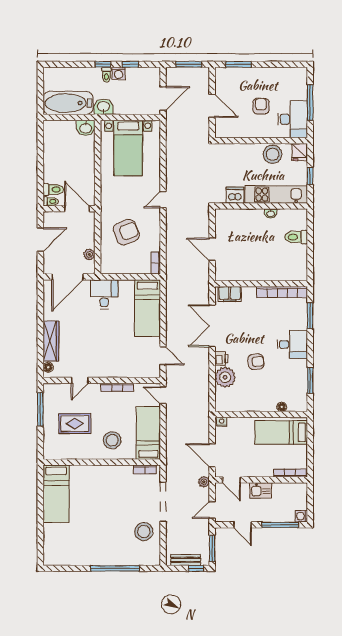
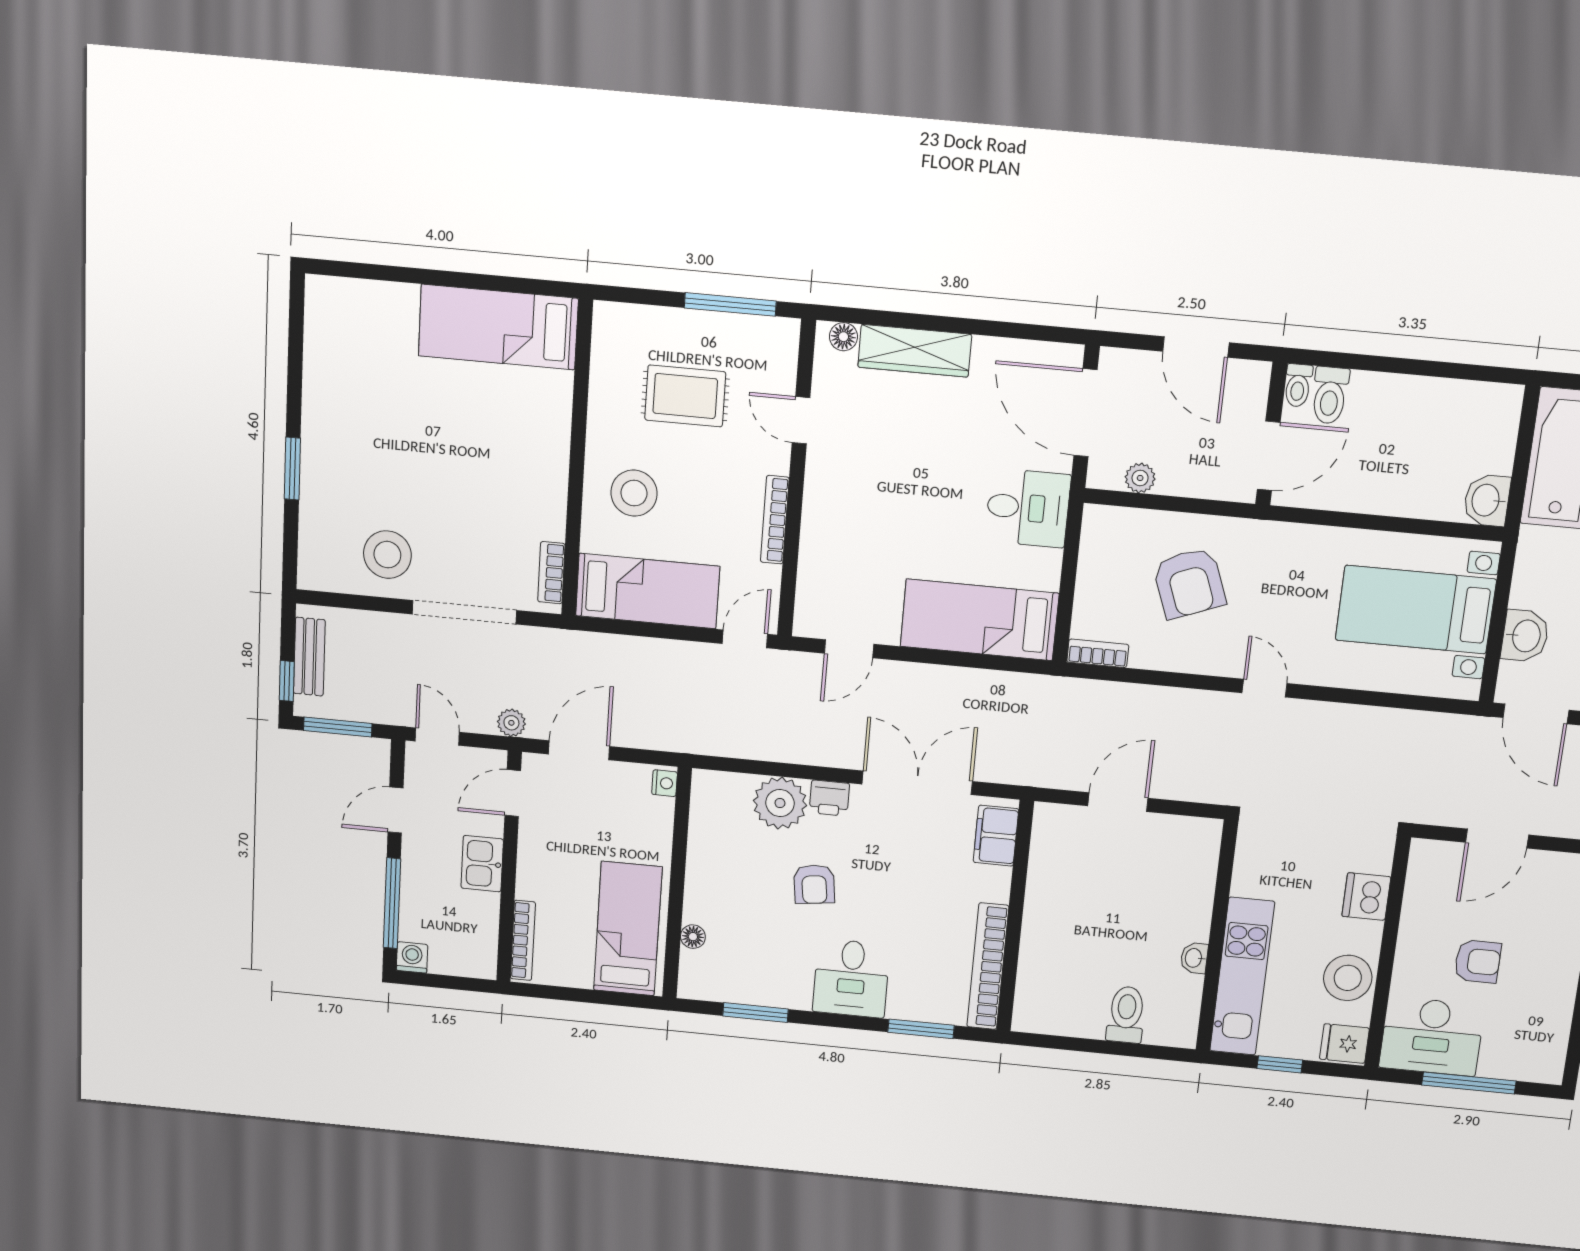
washbasin: (103, 107) -> (1525, 636), moved
dishwasher: (235, 195) -> (1366, 897), moved, turned 180
rug: (75, 424) -> (685, 396), turned 90
window: (115, 568) -> (292, 469), width x0.47

